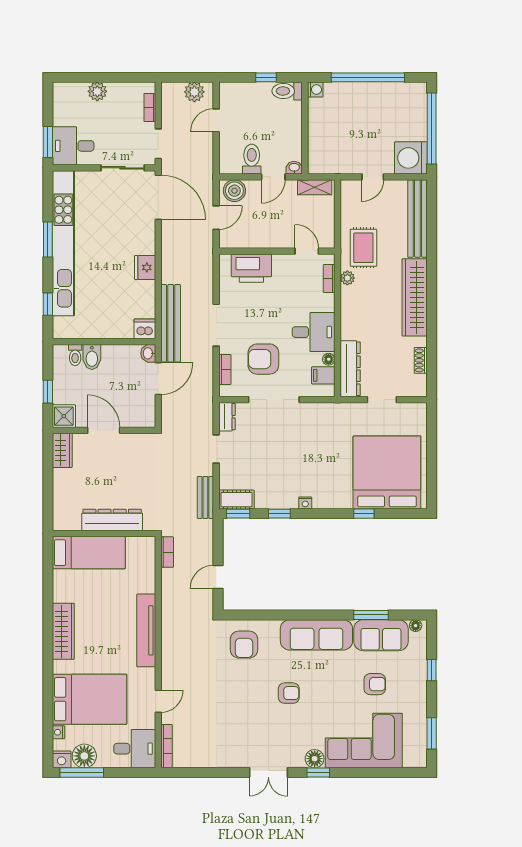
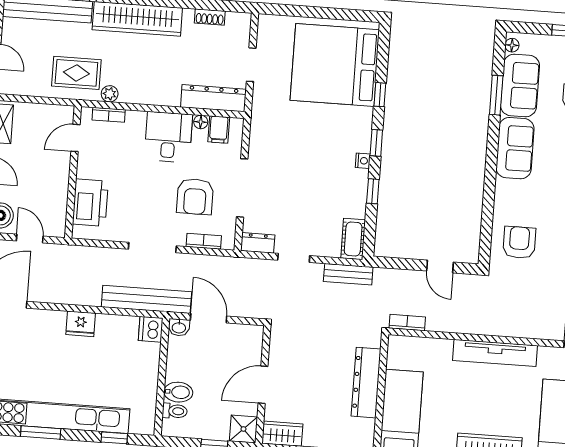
window: (238, 514) -> (376, 143), moved
sofa: (316, 635) -> (515, 148), width x0.73
armchair: (244, 645) -> (519, 242), turned -90

